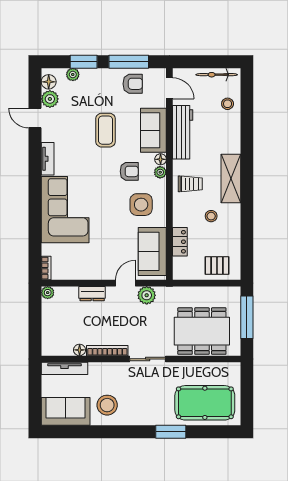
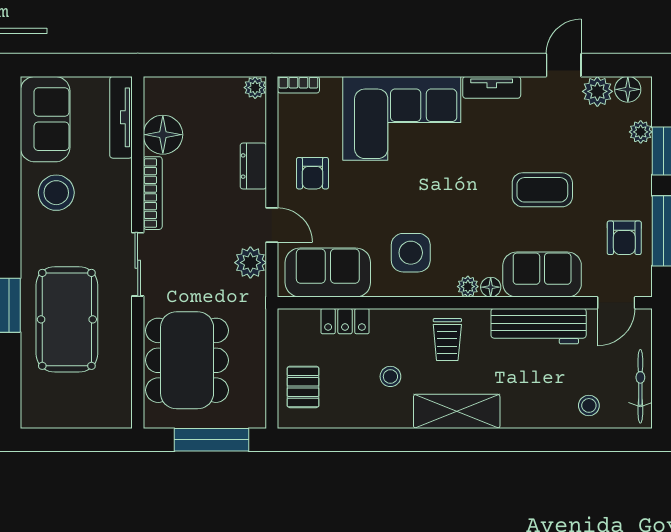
armchair: (129, 171) -> (312, 173), moved
floor lamp: (80, 350) -> (163, 135), width x1.89, depth x1.89
pool table: (205, 403) -> (67, 319), moved

